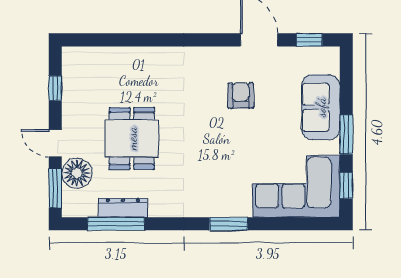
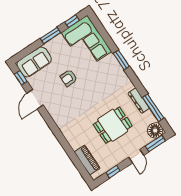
piano: (103, 59) -> (87, 160), added
armchair: (241, 96) -> (69, 78), moved
sofa: (321, 107) -> (34, 62), moved
floor lamp: (77, 173) -> (155, 130), moved
dresser: (123, 208) -> (139, 101), moved

